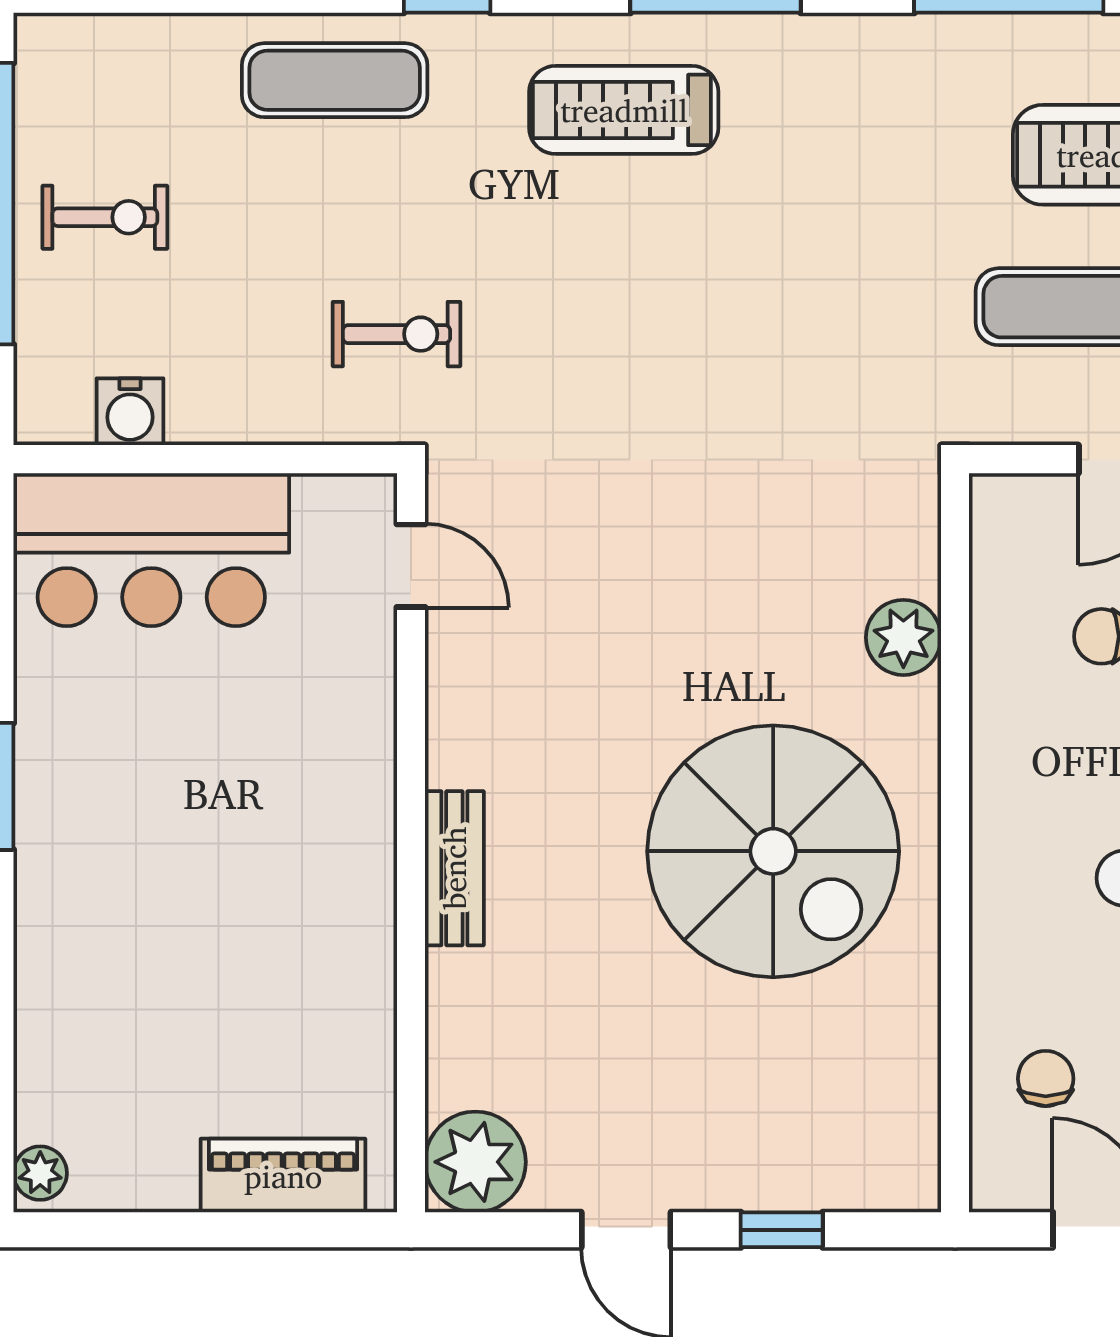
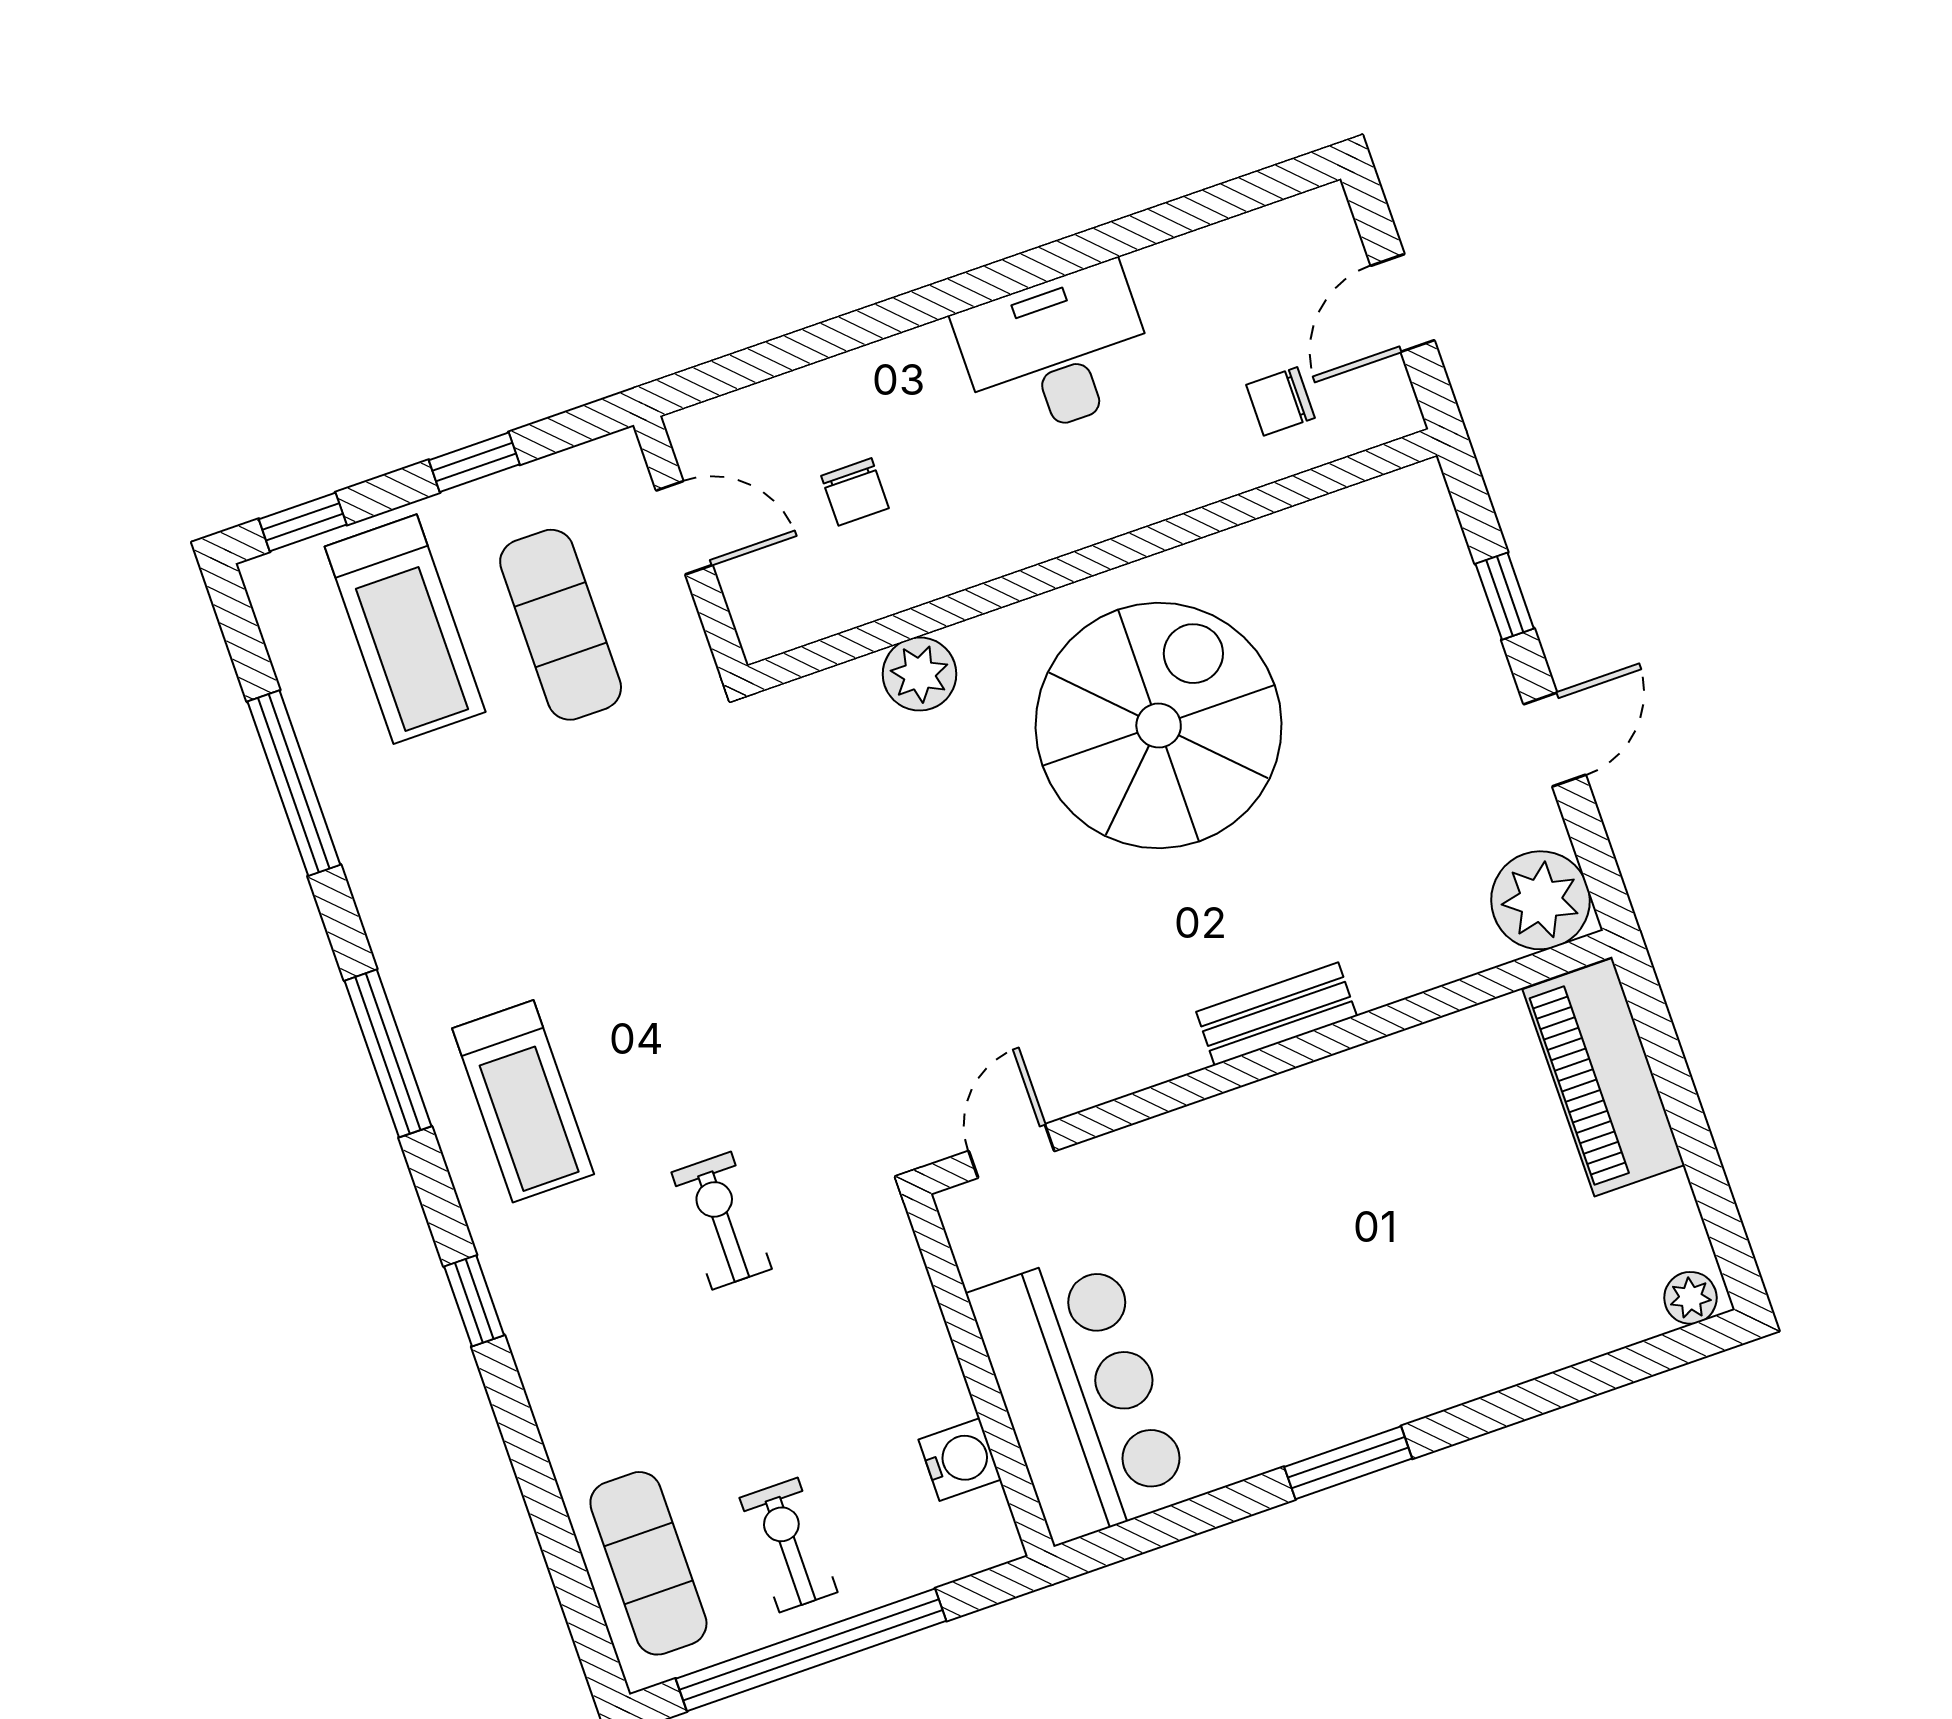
exercise mat: (335, 80) -> (648, 1563), moved
exercise bike: (396, 334) -> (722, 1221), moved
piano: (283, 1176) -> (1604, 1077), width x1.37, depth x1.33

